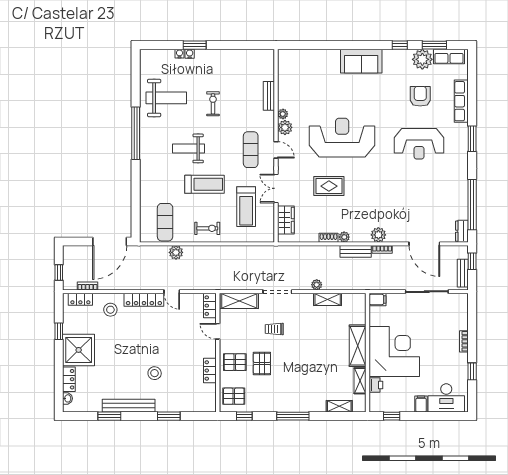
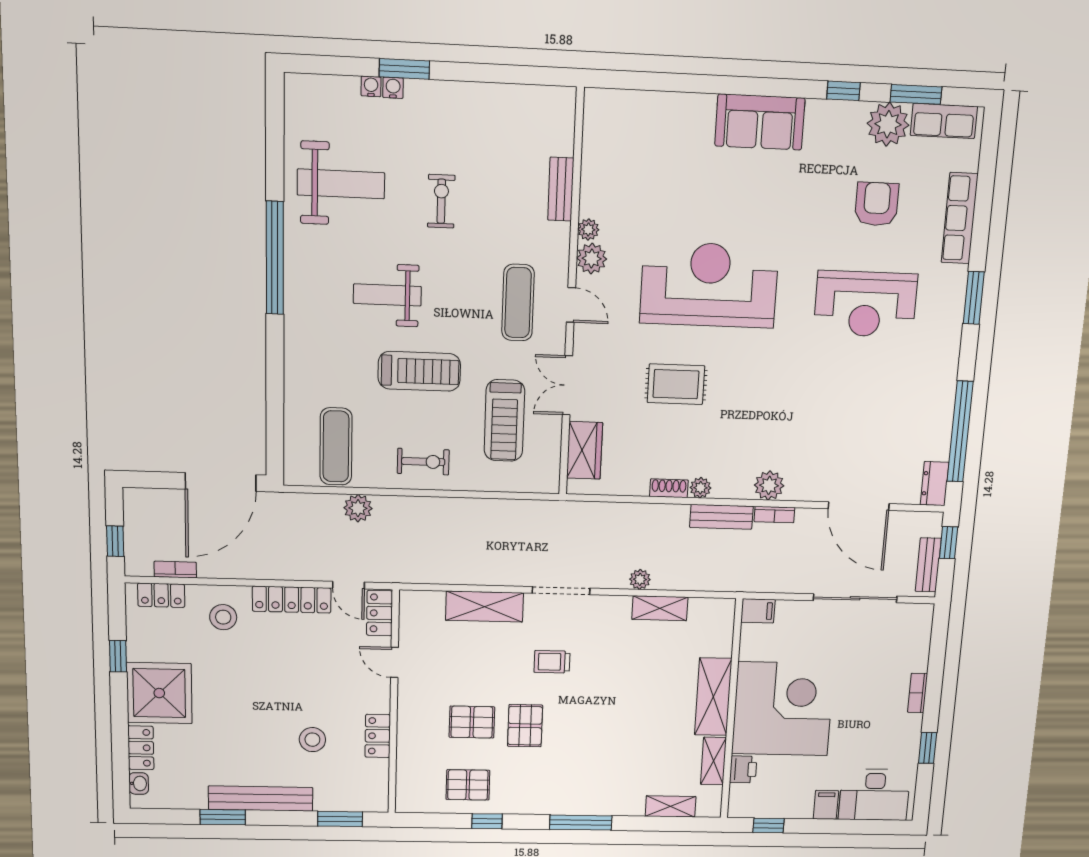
locker: (210, 306) -> (380, 613), moved
door: (218, 331) -> (394, 662), moved
wall: (218, 353) -> (394, 703), moved
locker: (210, 370) -> (378, 736), moved

